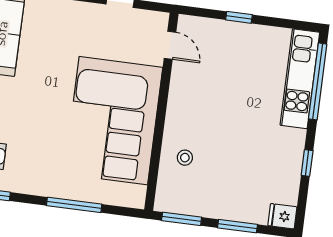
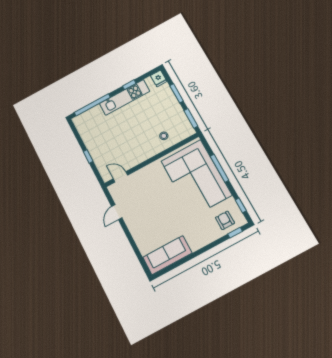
door: (170, 45) -> (120, 177), hinge flipped
kitchen unit: (300, 79) -> (125, 97), moved
corner sofa: (113, 121) -> (196, 178), moved, turned 90

